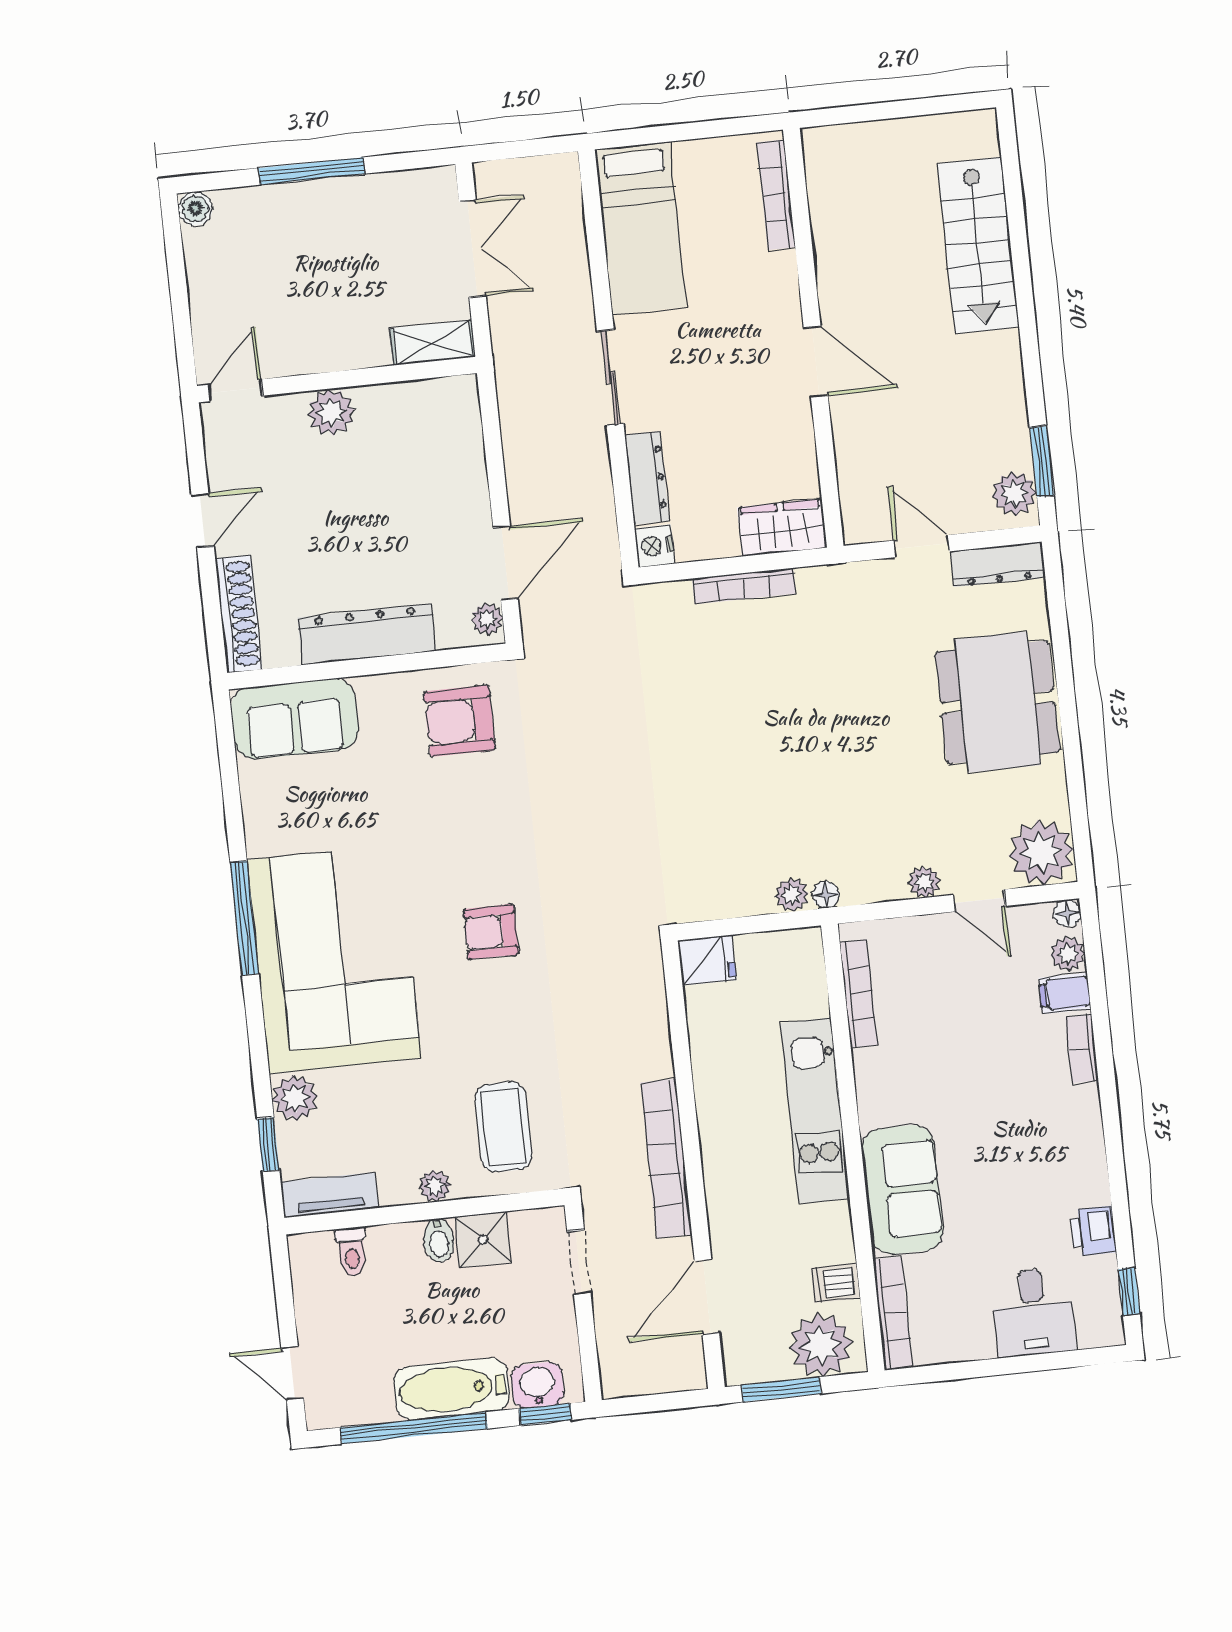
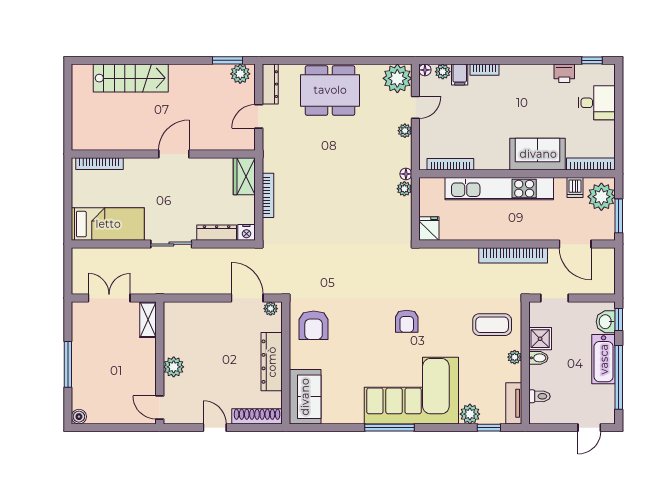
kitchen unit: (815, 1111) -> (499, 189), width x1.36

